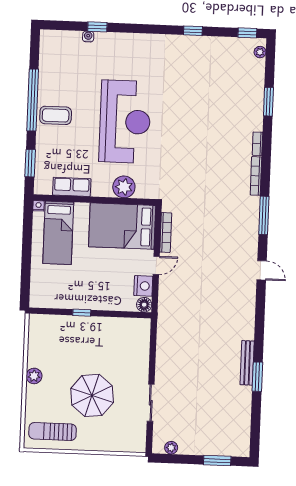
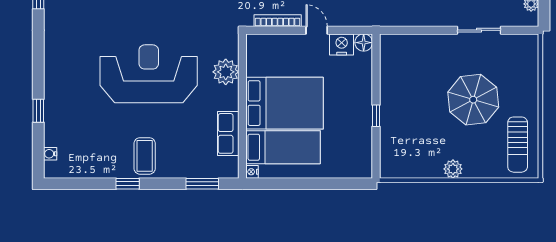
water cooler: (88, 37) -> (50, 154), moved
window: (33, 100) -> (128, 184), width x0.32
bed: (122, 226) -> (285, 103), moved, turned -90

